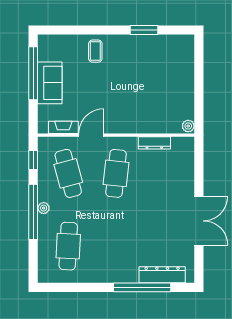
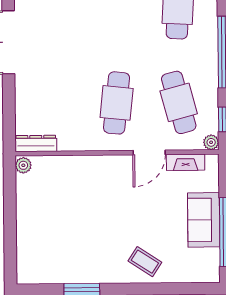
coffee table: (95, 51) -> (145, 262), turned -57
dresser: (154, 143) -> (36, 143), moved
plant: (44, 208) -> (211, 142), moved

